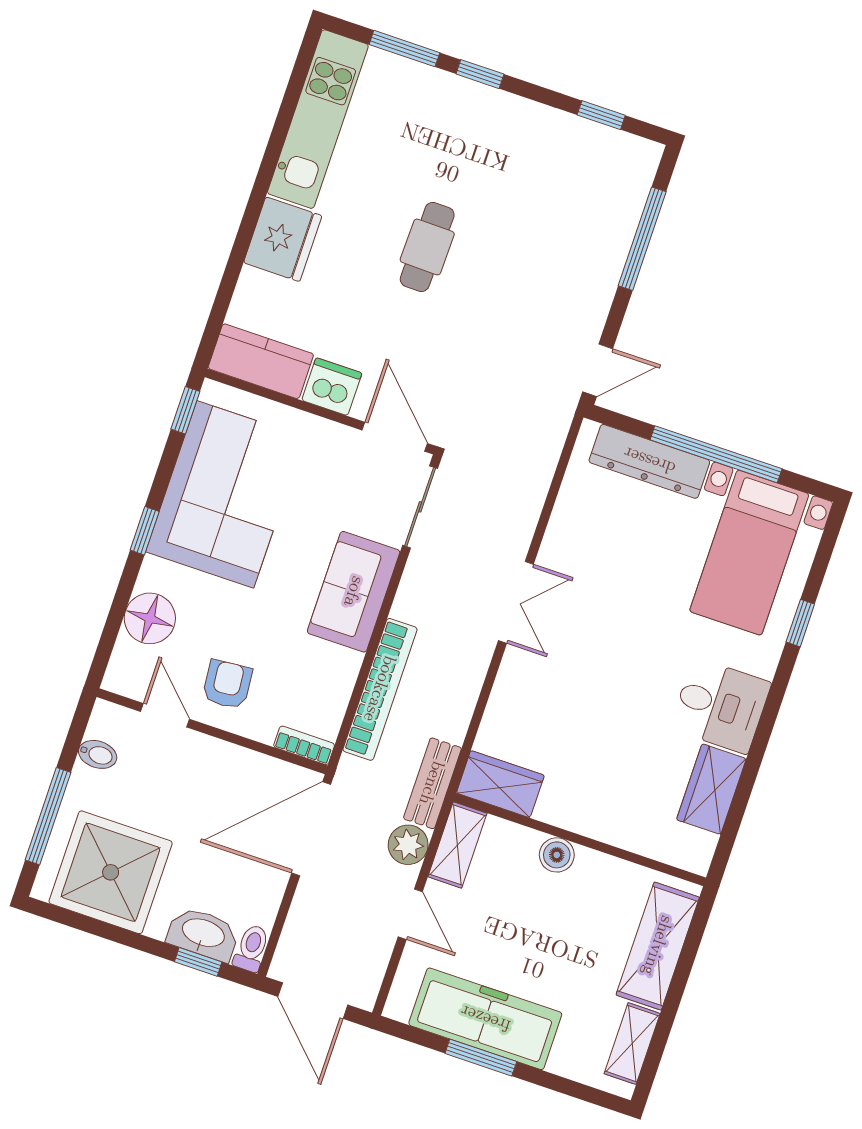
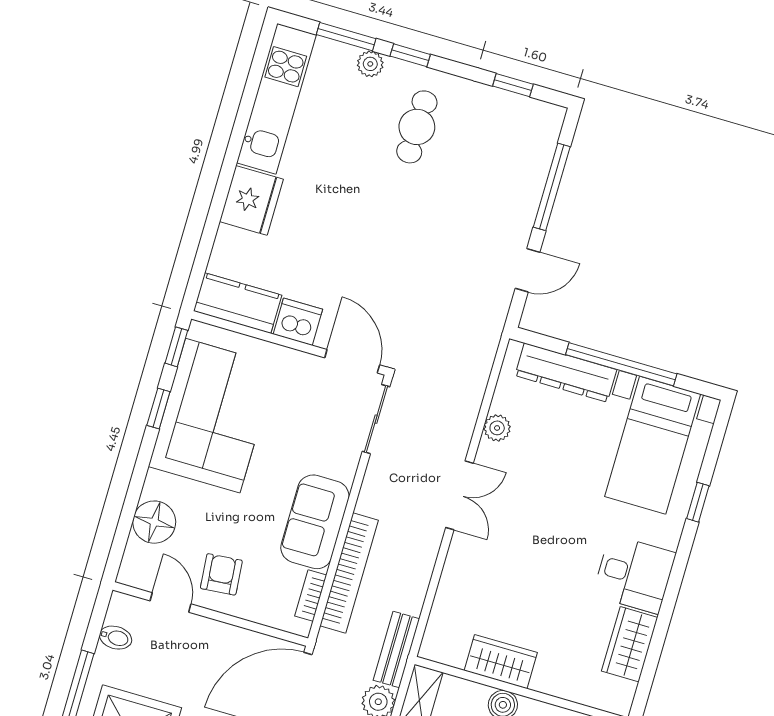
plant: (432, 82) -> (370, 64), added
cafe table: (427, 247) -> (417, 127), moved
door: (598, 370) -> (528, 270), moved
plant: (564, 524) -> (497, 428), added
window: (145, 531) -> (158, 409), moved
sofa: (354, 592) -> (315, 522), moved
bookcase: (304, 745) -> (311, 596), moved, turned -90
wardrobe: (500, 784) -> (501, 662), moved

